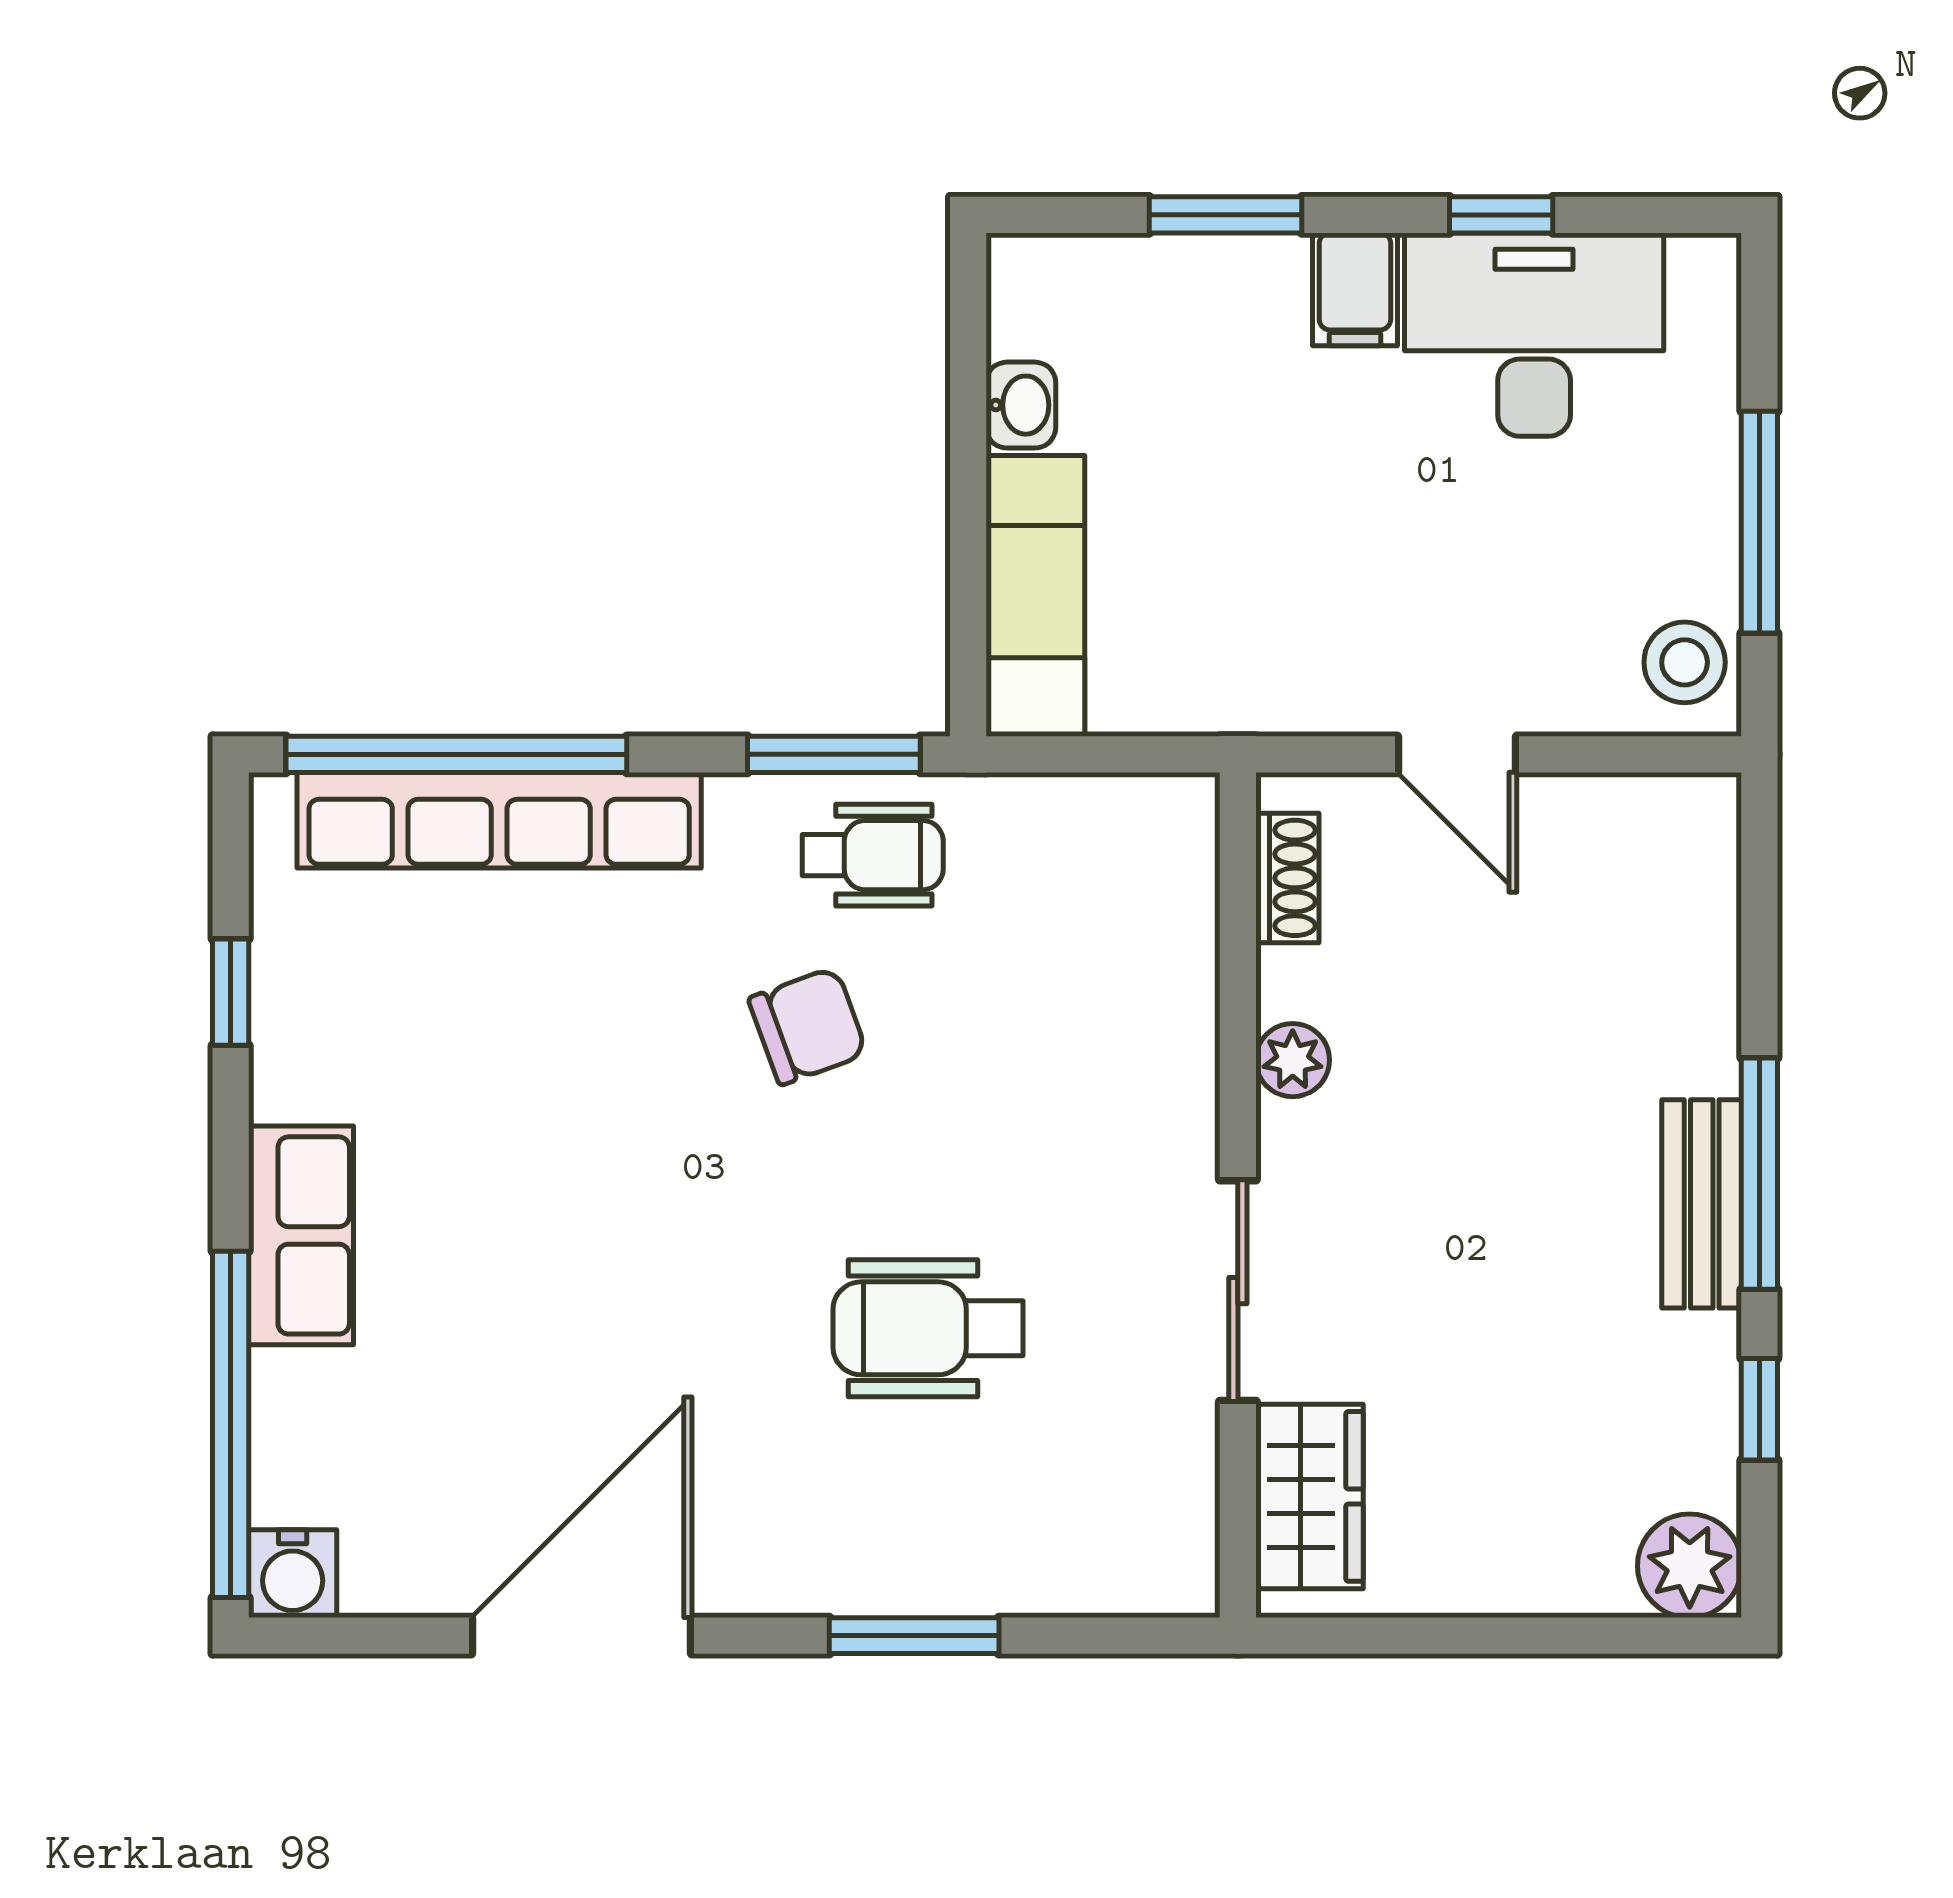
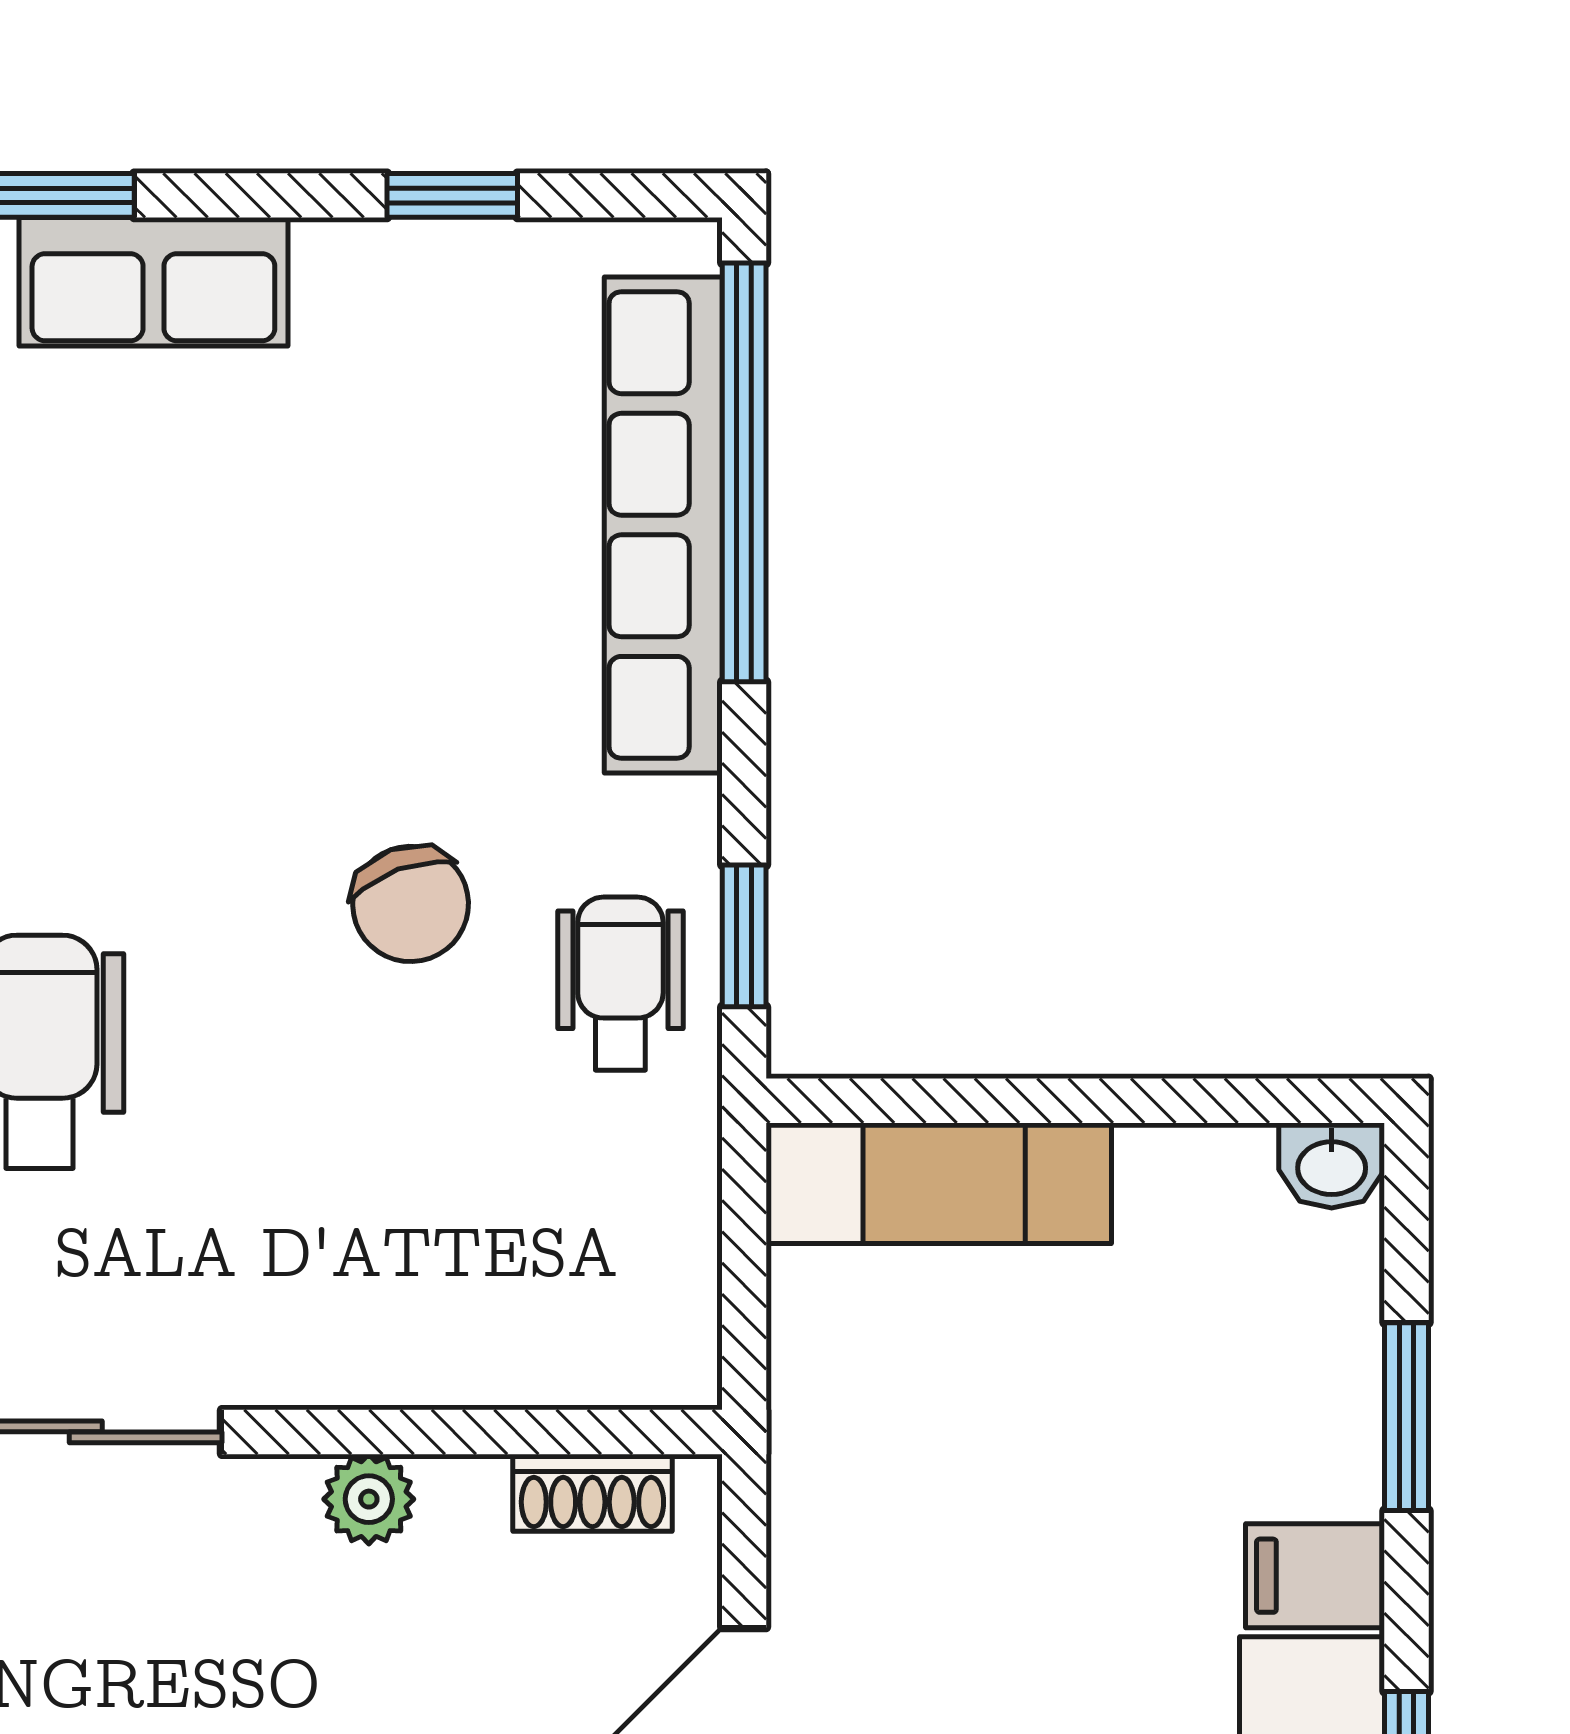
washbasin: (1021, 405) -> (1332, 1166), moved
window: (834, 754) -> (744, 936), width x0.67
wheelchair: (873, 855) -> (620, 984), turned 180

